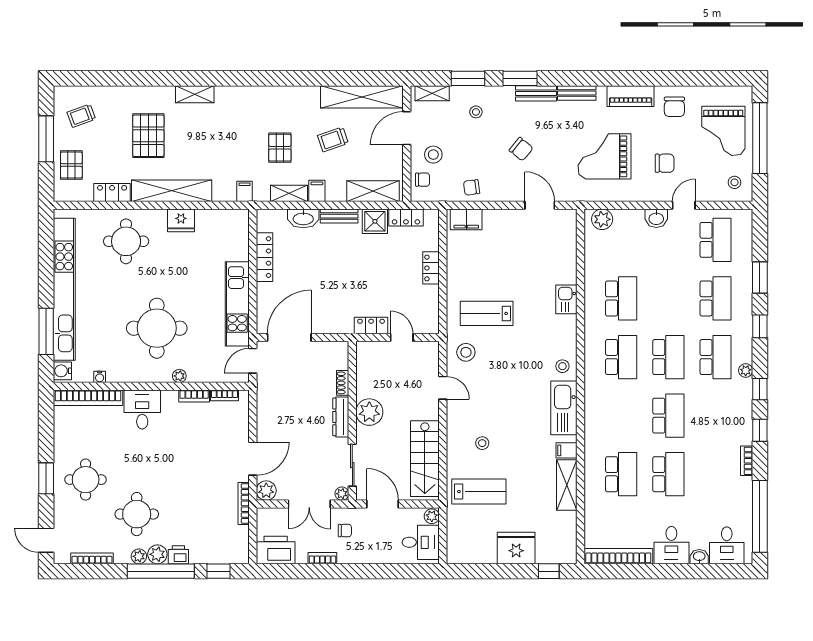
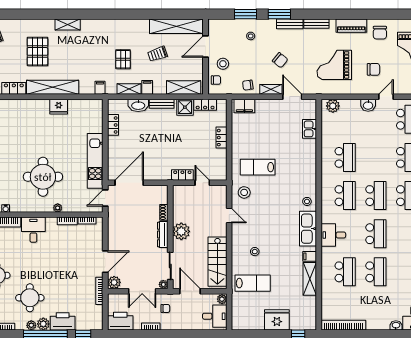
shelving: (432, 93) -> (271, 89), moved
round table: (126, 241) -> (23, 120), removed
locker: (264, 257) -> (113, 125), width x0.66
kitchen sink: (566, 299) -> (310, 129), moved
desk: (671, 545) -> (333, 235), moved, turned 90
printer: (178, 555) -> (63, 321), width x1.87, depth x1.48

